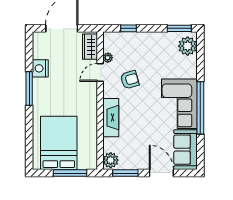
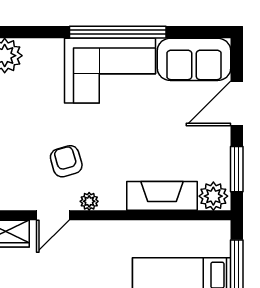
plant: (108, 58) -> (89, 201), moved
door: (100, 72) -> (53, 215), hinge flipped
fireplace: (111, 118) -> (162, 196), moved

